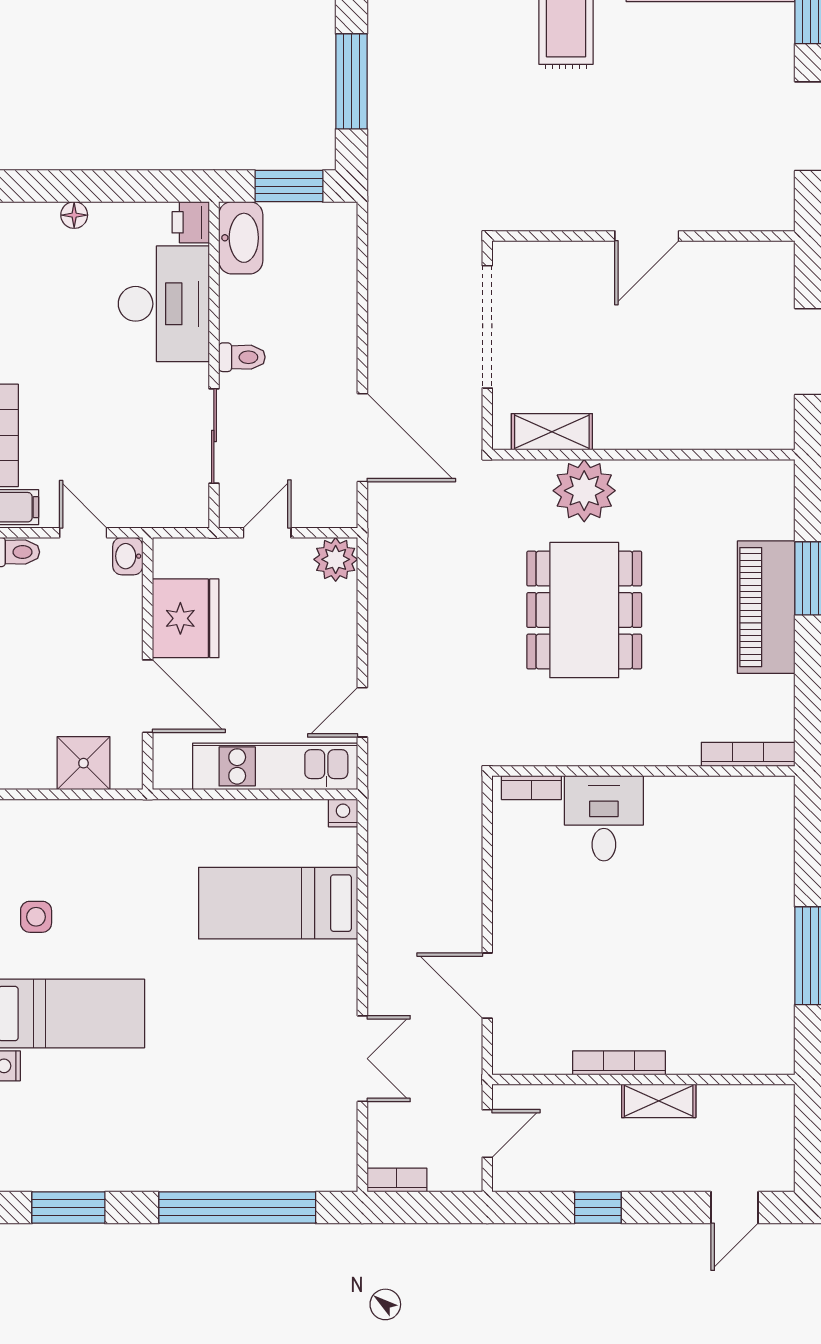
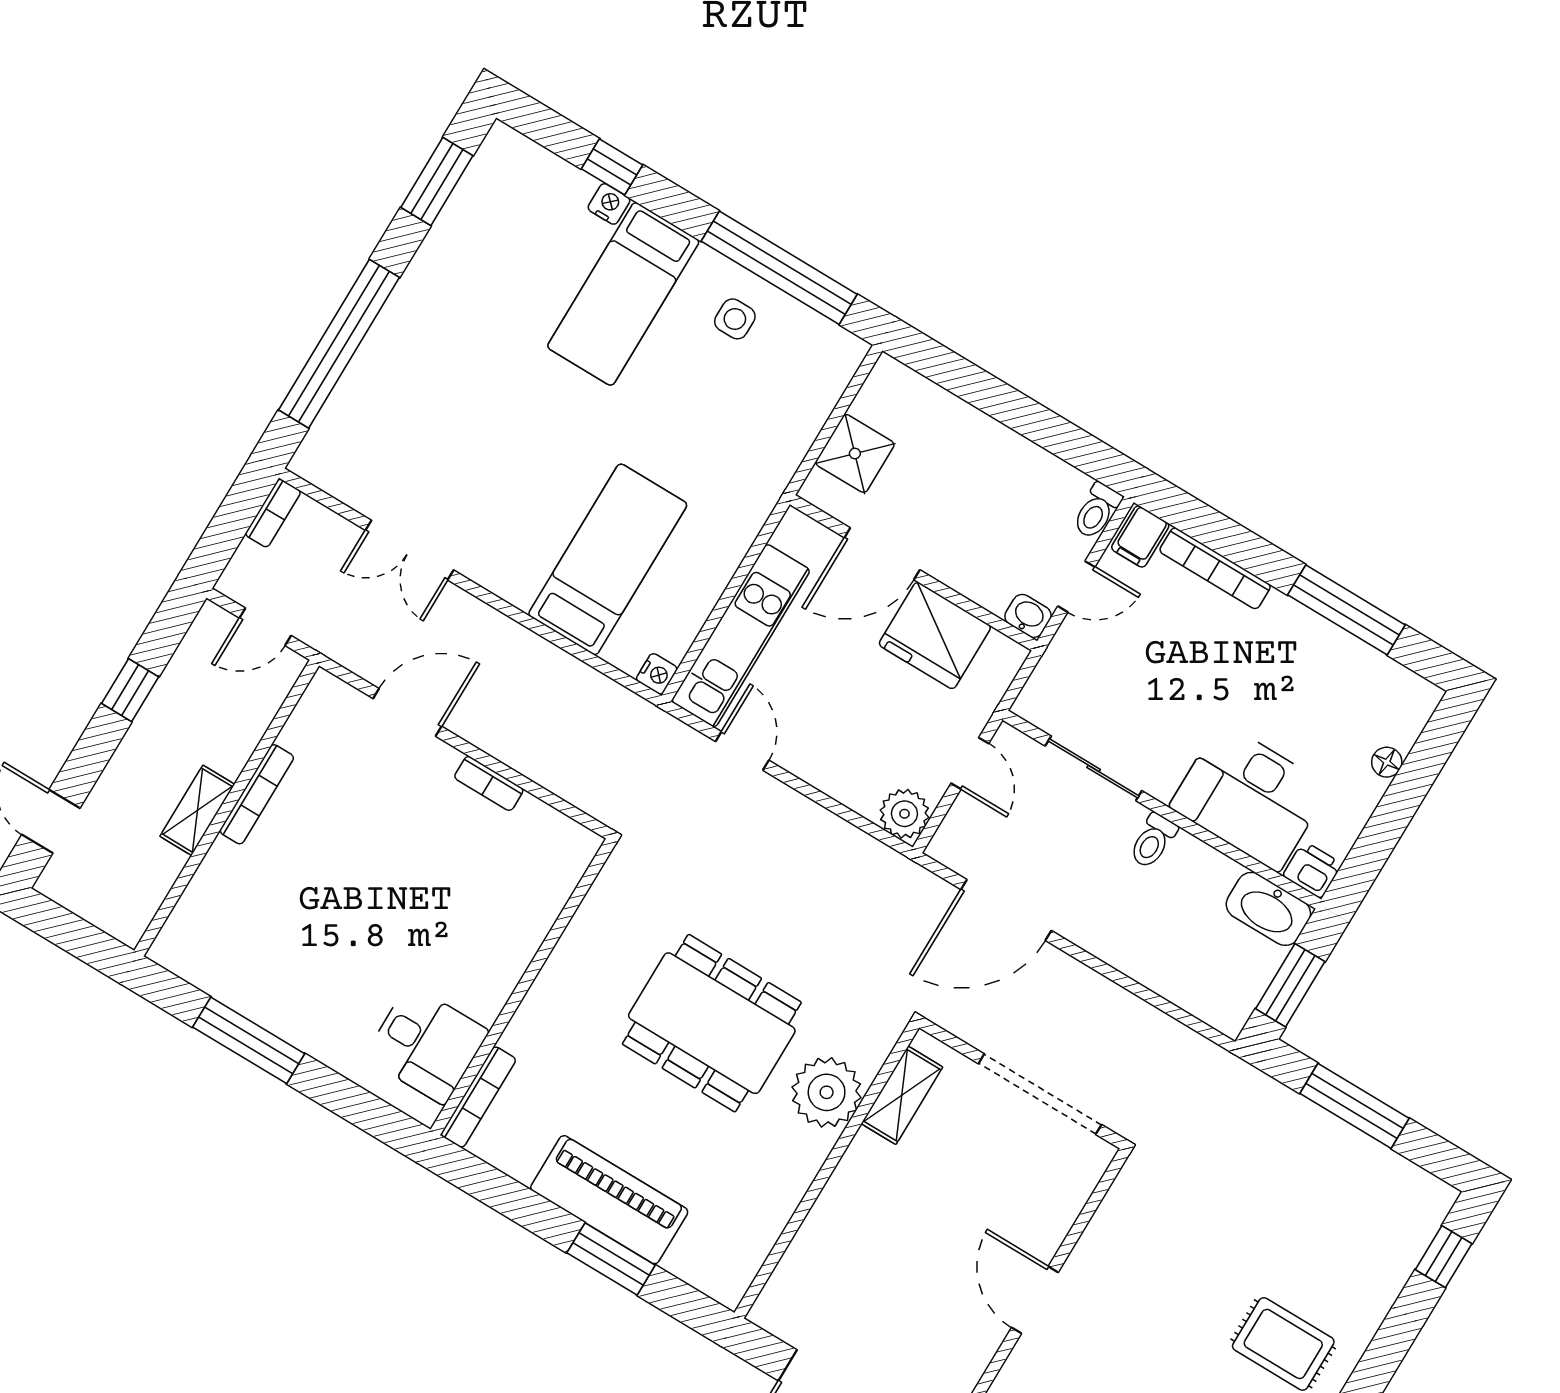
bookcase: (531, 788) -> (489, 783), moved, turned -90
desk: (604, 818) -> (426, 1044), moved
door: (487, 1134) -> (265, 627), hinge flipped

